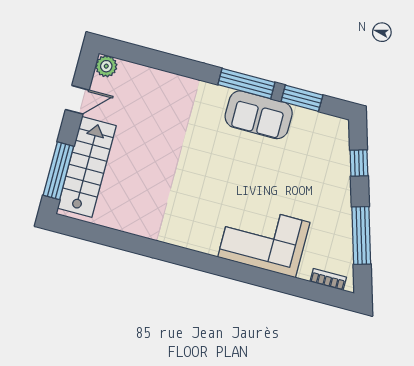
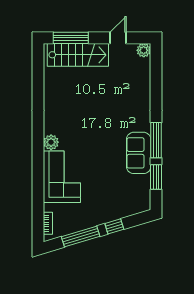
door: (77, 100) -> (118, 38), swing flipped
window: (359, 163) -> (114, 226), moved
plant: (208, 242) -> (51, 142), added

